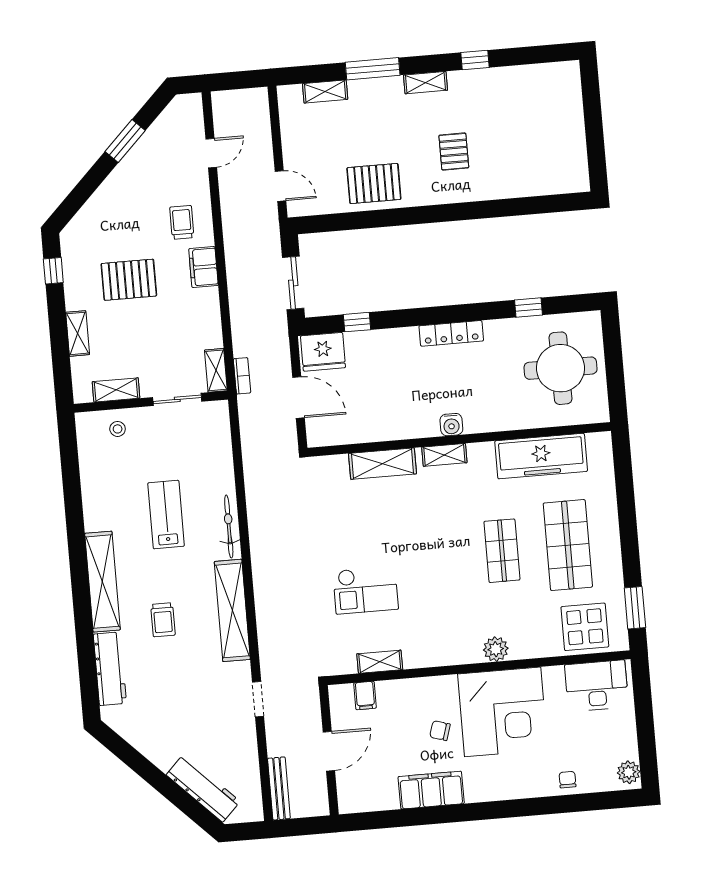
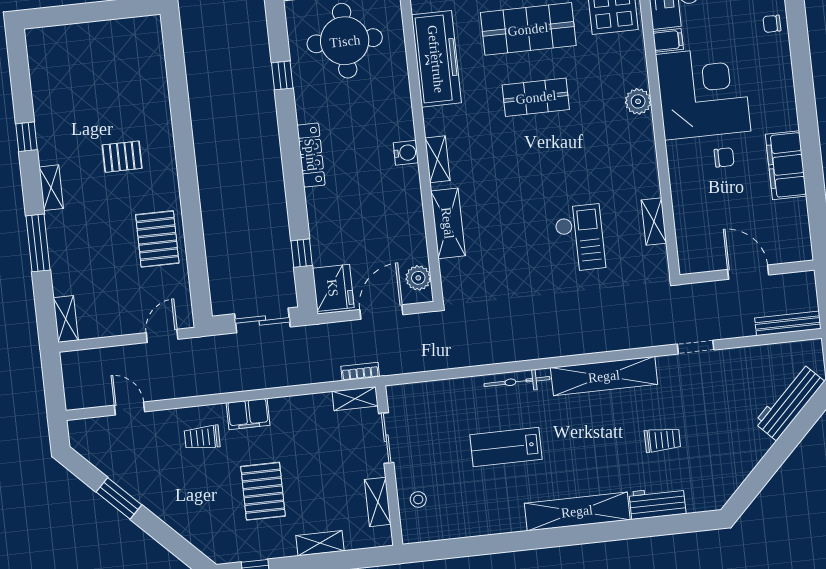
shelving: (325, 91) -> (66, 319), moved
plant: (331, 434) -> (418, 278), added
trolley: (163, 620) -> (662, 440), moved
workbench: (110, 669) -> (657, 503), width x0.73
filing cabinet: (365, 695) -> (668, 40), moved
chair: (440, 731) -> (724, 157), turned -107

